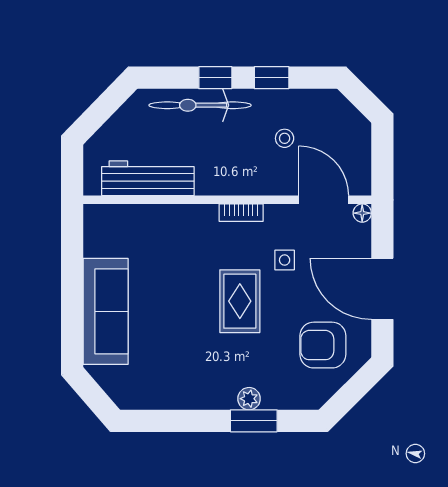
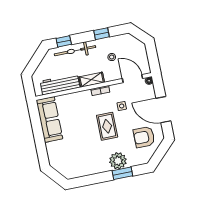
window: (215, 78) -> (64, 41), moved
shelving: (225, 183) -> (92, 80), added
sofa: (106, 311) -> (49, 119), moved
plant: (249, 399) -> (118, 161), width x1.88, depth x1.88

